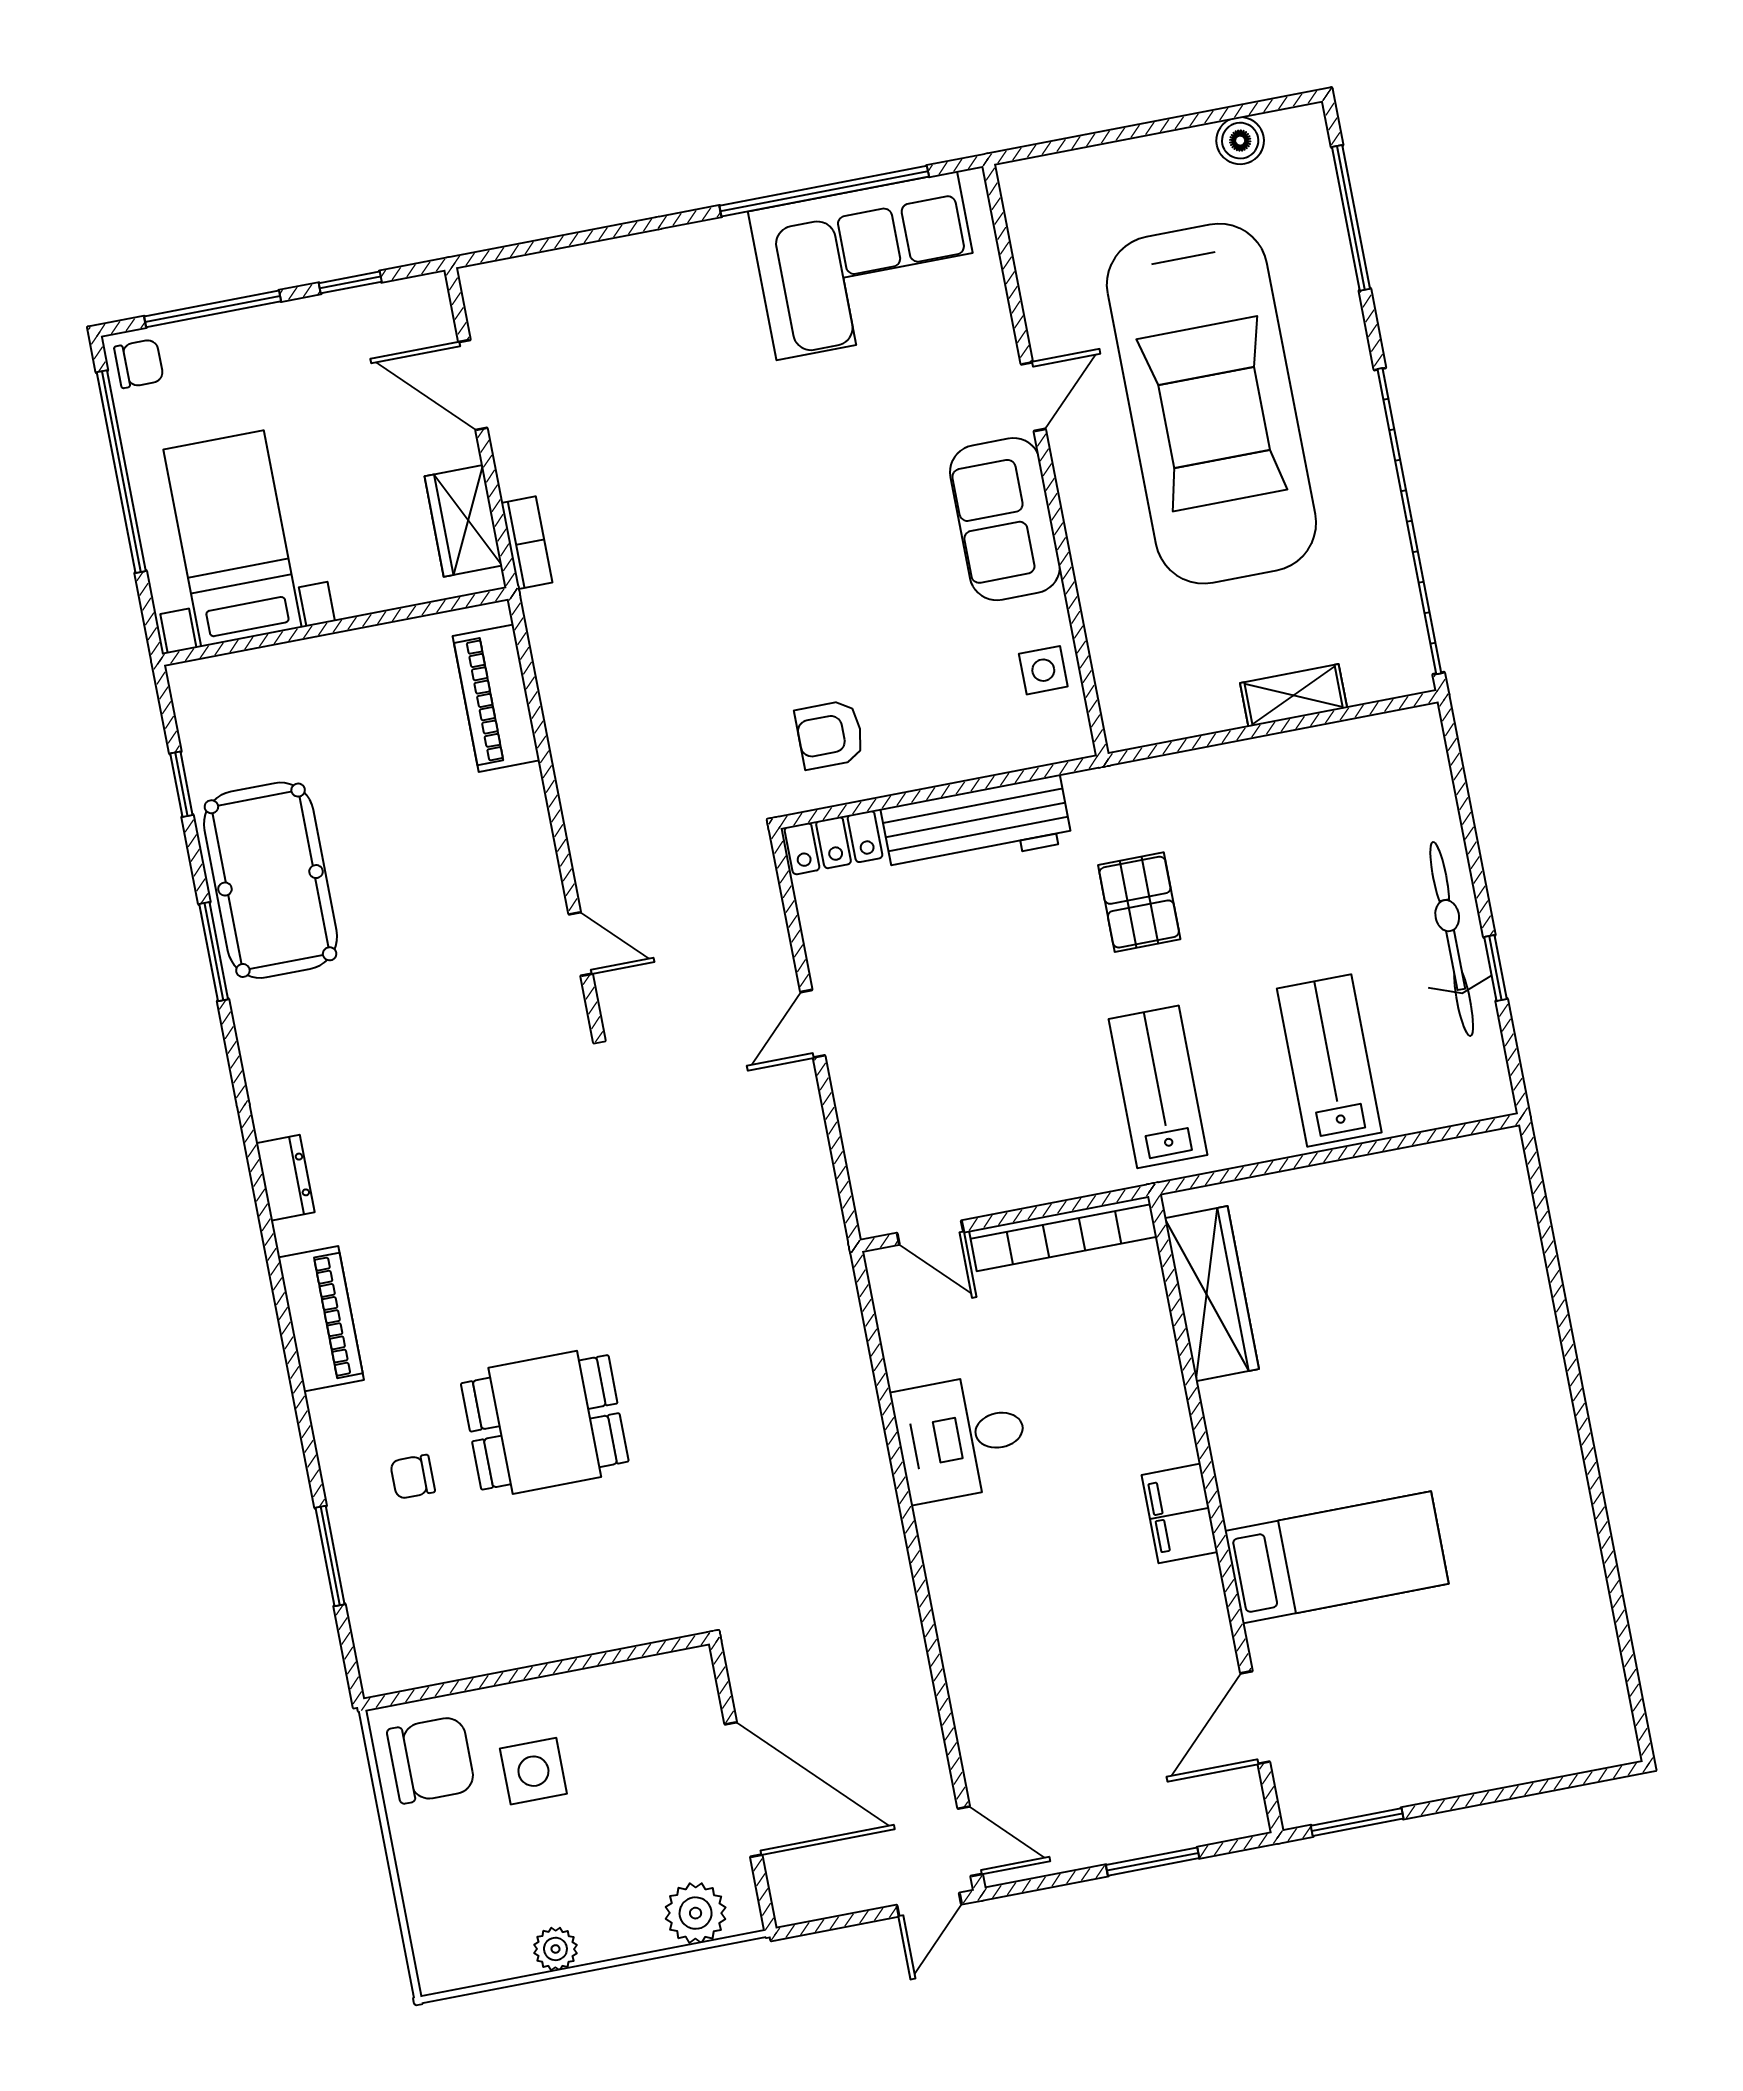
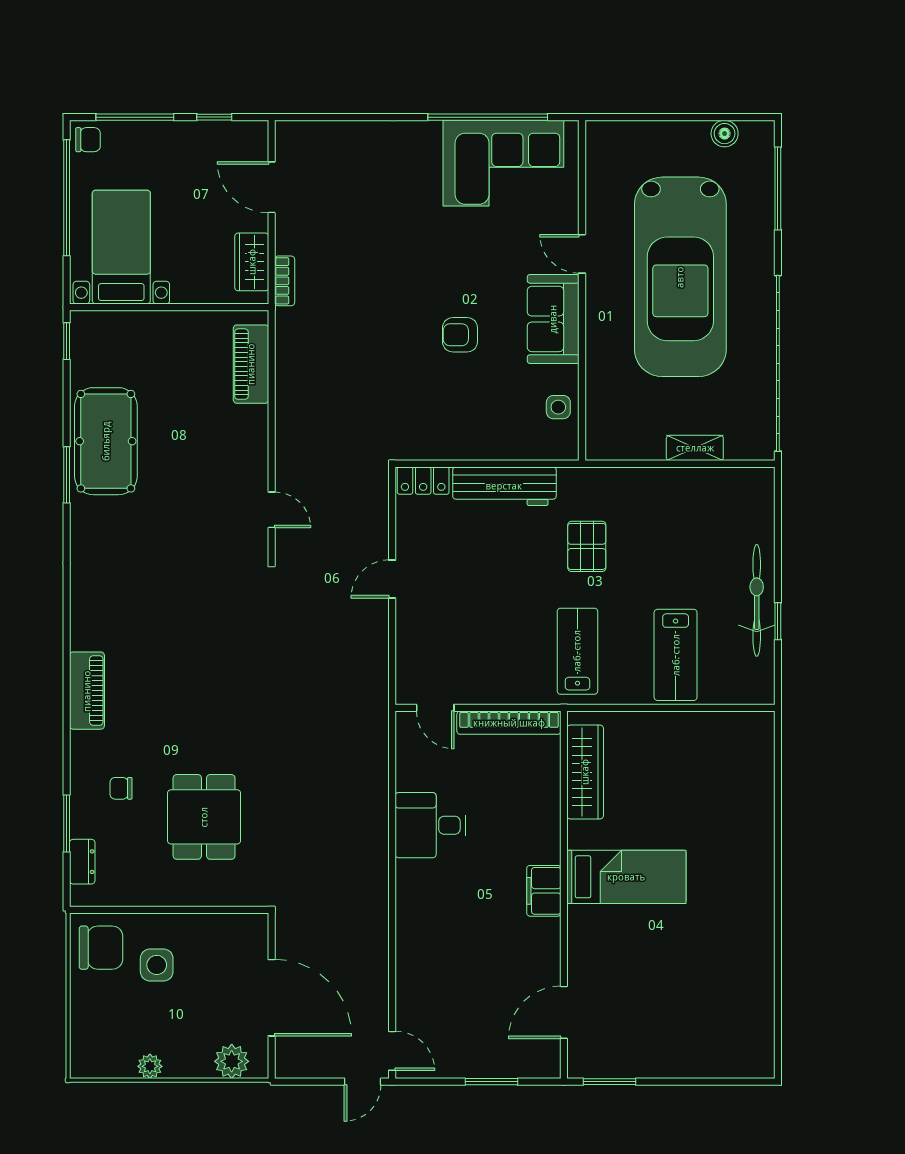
door: (1033, 397) -> (582, 254), swing flipped
armchair: (830, 735) -> (460, 335), moved
window: (181, 784) -> (67, 341), moved
lab bench: (1329, 1060) -> (676, 655), turned 180
dresser: (285, 1178) -> (82, 862), moved
dining table: (545, 1422) -> (204, 817), moved, turned 90
bed: (1337, 1557) -> (626, 877), moved

